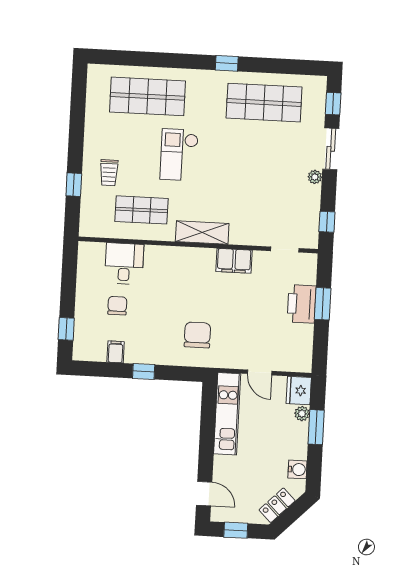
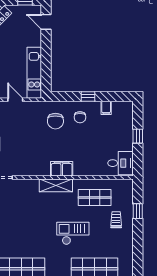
checkout: (179, 155) -> (73, 233), turned -90
filing cabinet: (234, 261) -> (62, 169), moved
desk: (124, 264) -> (120, 163), moved, turned -90
chair: (117, 306) -> (80, 117), moved
window: (66, 329) -> (138, 136), moved

